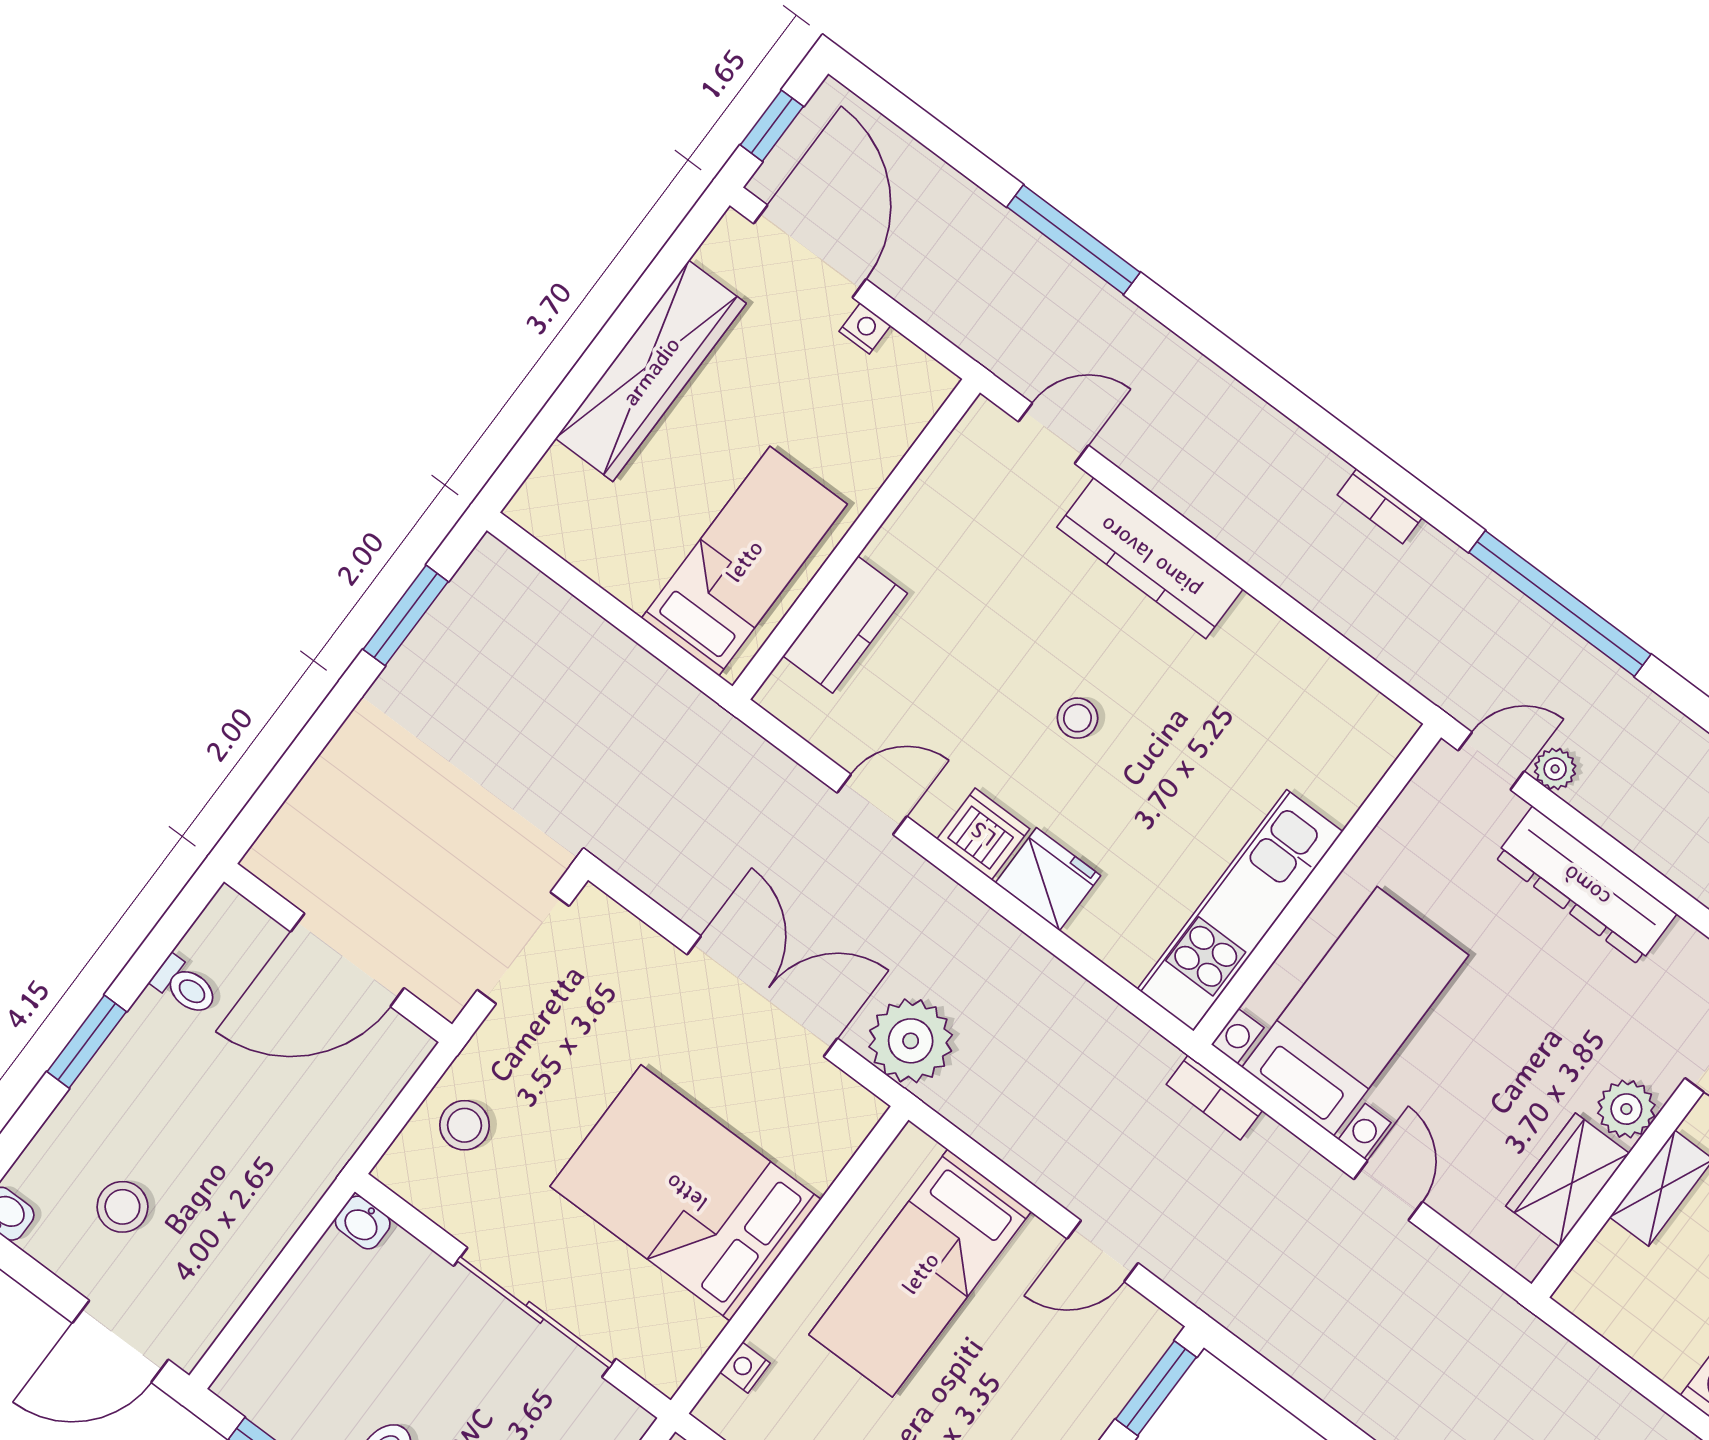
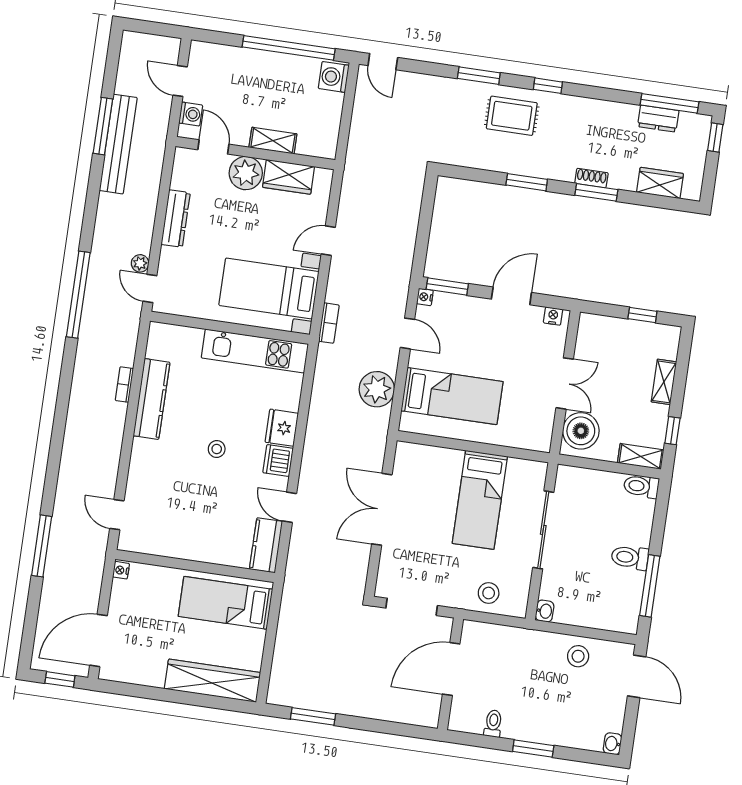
nightstand: (865, 328) -> (121, 570), moved
wardrobe: (651, 371) -> (212, 681), moved
bookcase: (1380, 506) -> (124, 384), moved, turned 180
kitchen counter: (1150, 558) -> (152, 399), moved
kitchen counter: (845, 625) -> (266, 545), moved, turned -90
dresser: (1586, 886) -> (176, 219), width x0.73, depth x0.80
door: (347, 960) -> (451, 669), swing flipped
plant: (911, 1041) -> (377, 389), moved
plant: (1626, 1109) -> (246, 173), width x1.36, depth x1.36
bed: (686, 1193) -> (480, 500), width x0.67
stool: (122, 1207) -> (578, 656), moved
nightstand: (745, 1368) -> (425, 297), moved, turned 90

